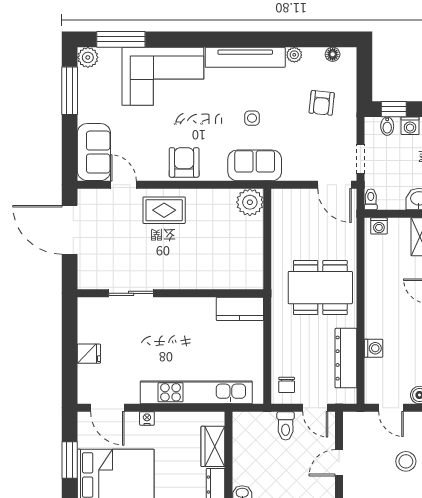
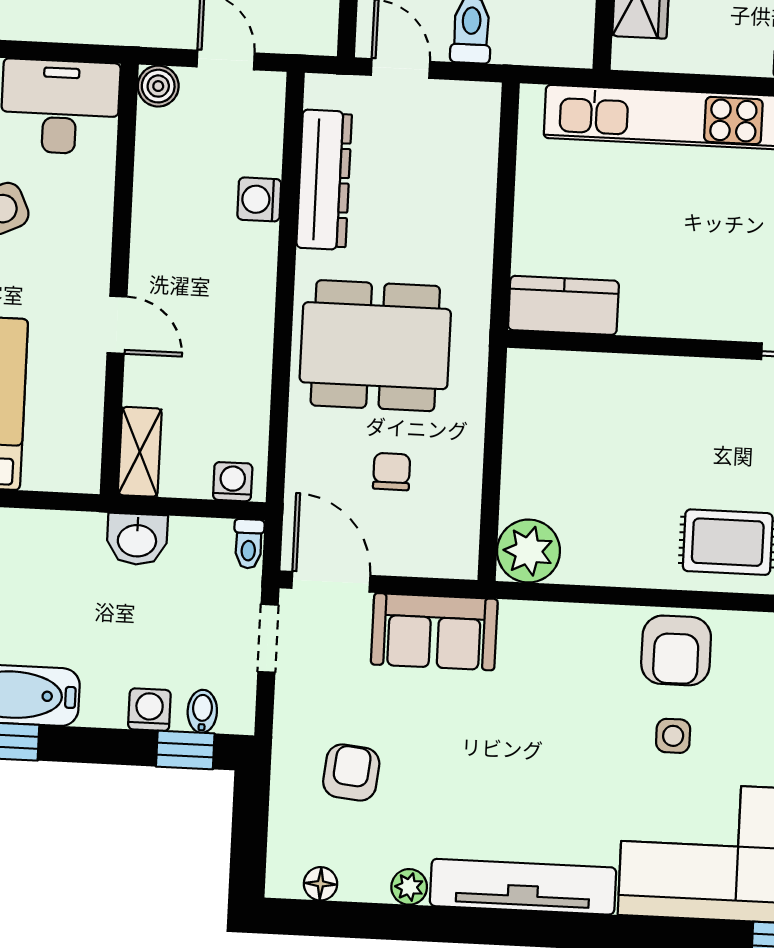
side table: (252, 118) -> (673, 736), moved
sofa: (255, 165) -> (434, 632), moved
chair: (287, 385) -> (392, 472), moved

